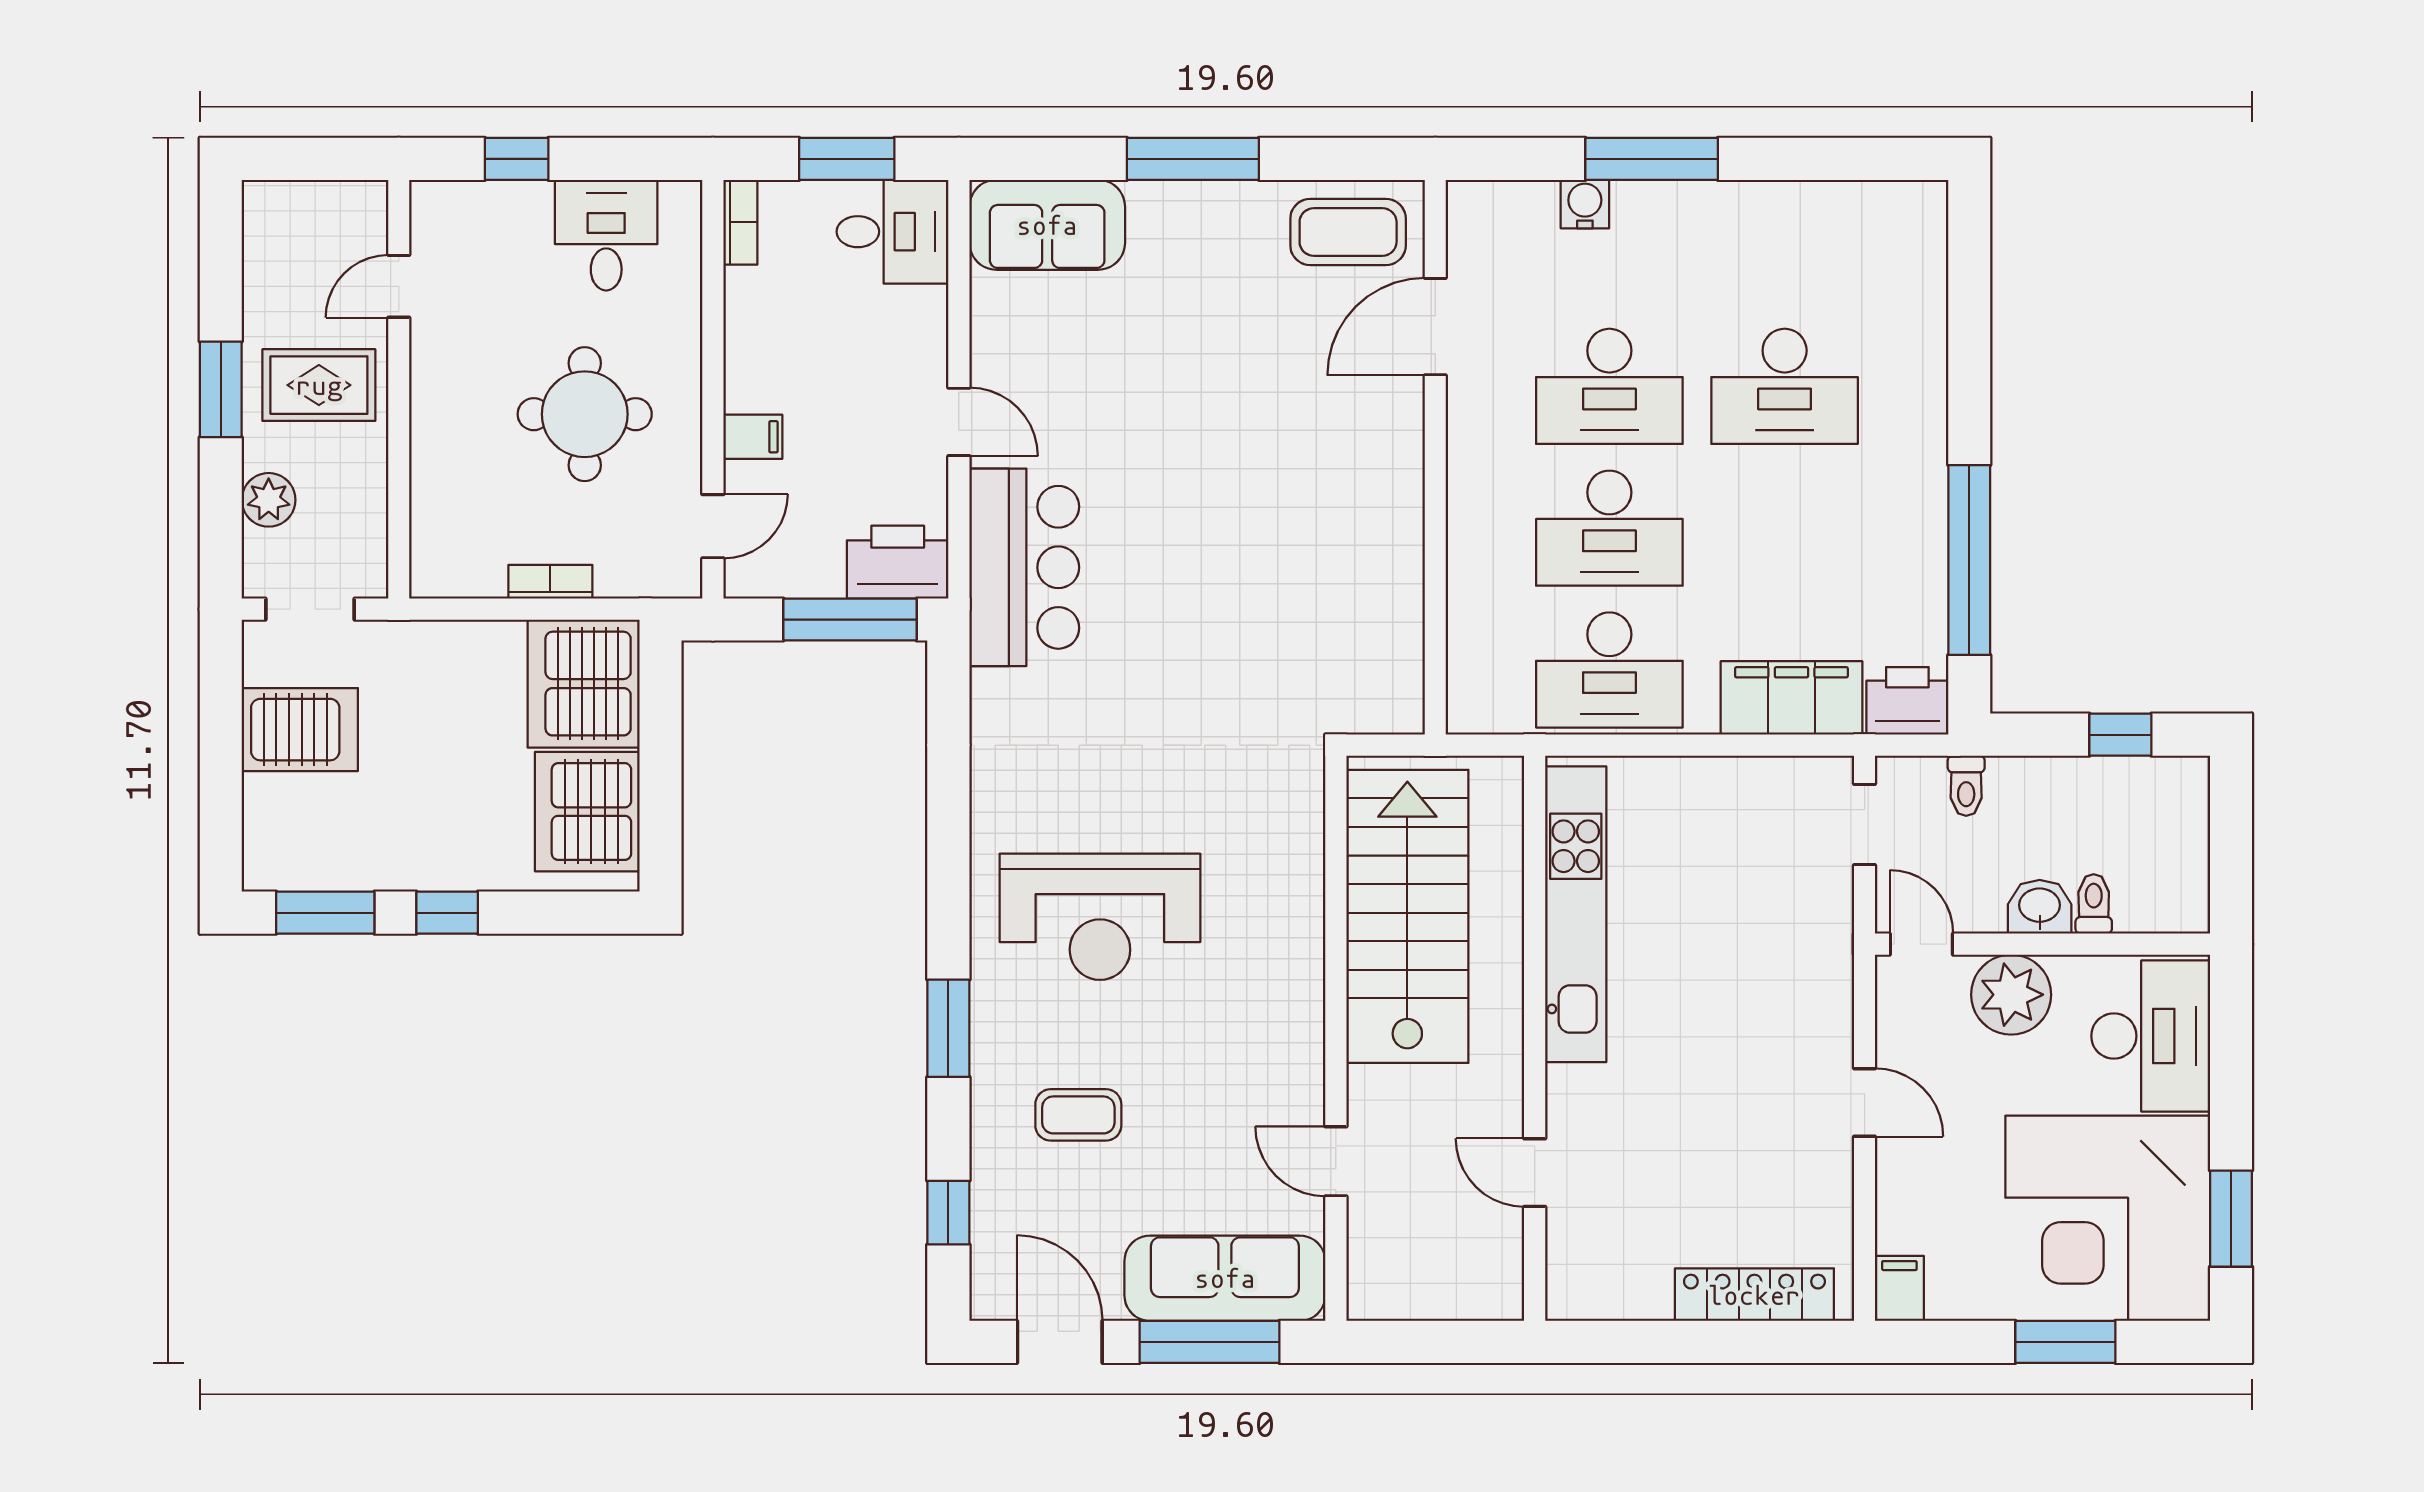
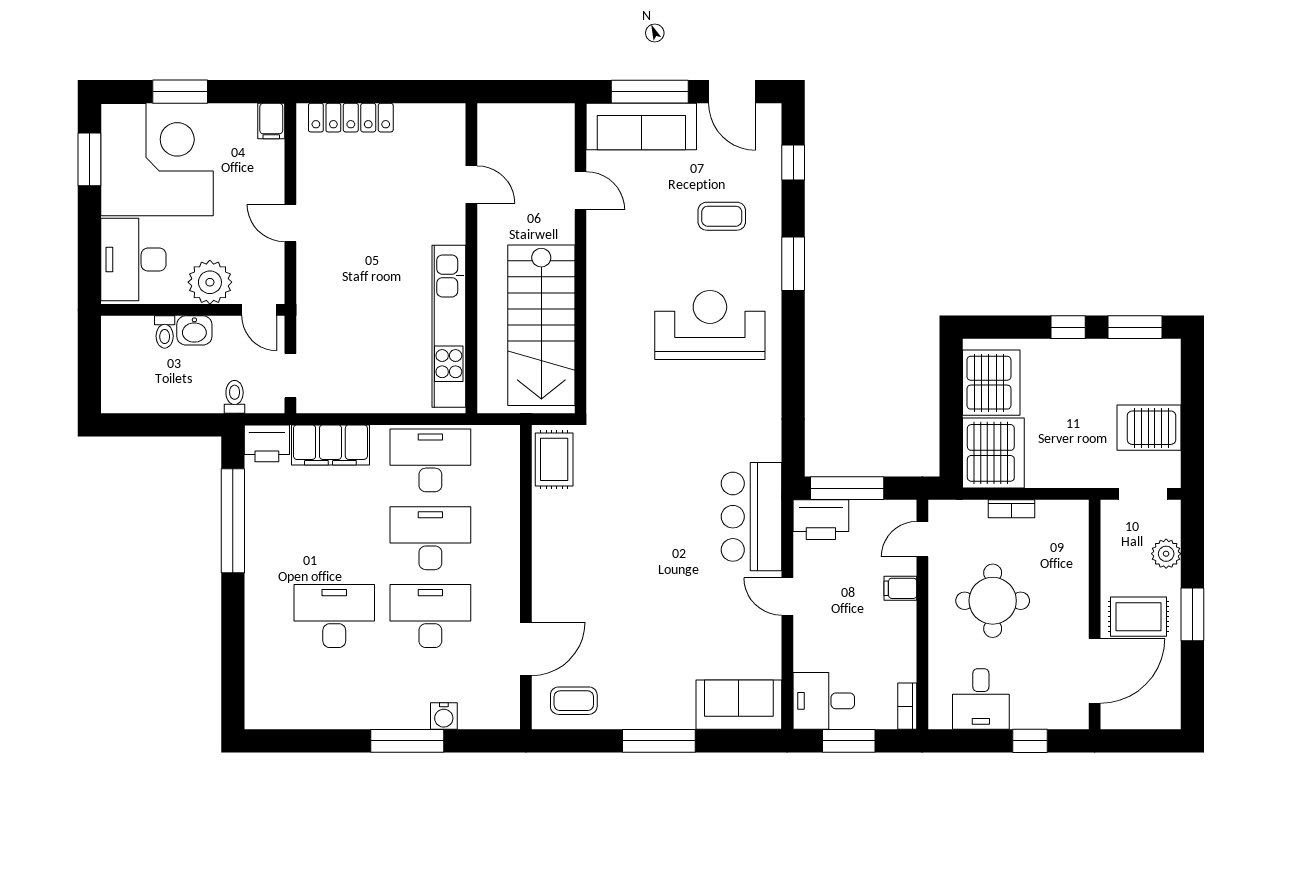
coffee table: (1348, 232) -> (574, 701), width x0.73, depth x0.77
door: (399, 286) -> (1095, 671), width x1.87
rug: (1384, 672) -> (554, 459), added
window: (2120, 735) -> (150, 425), removed

